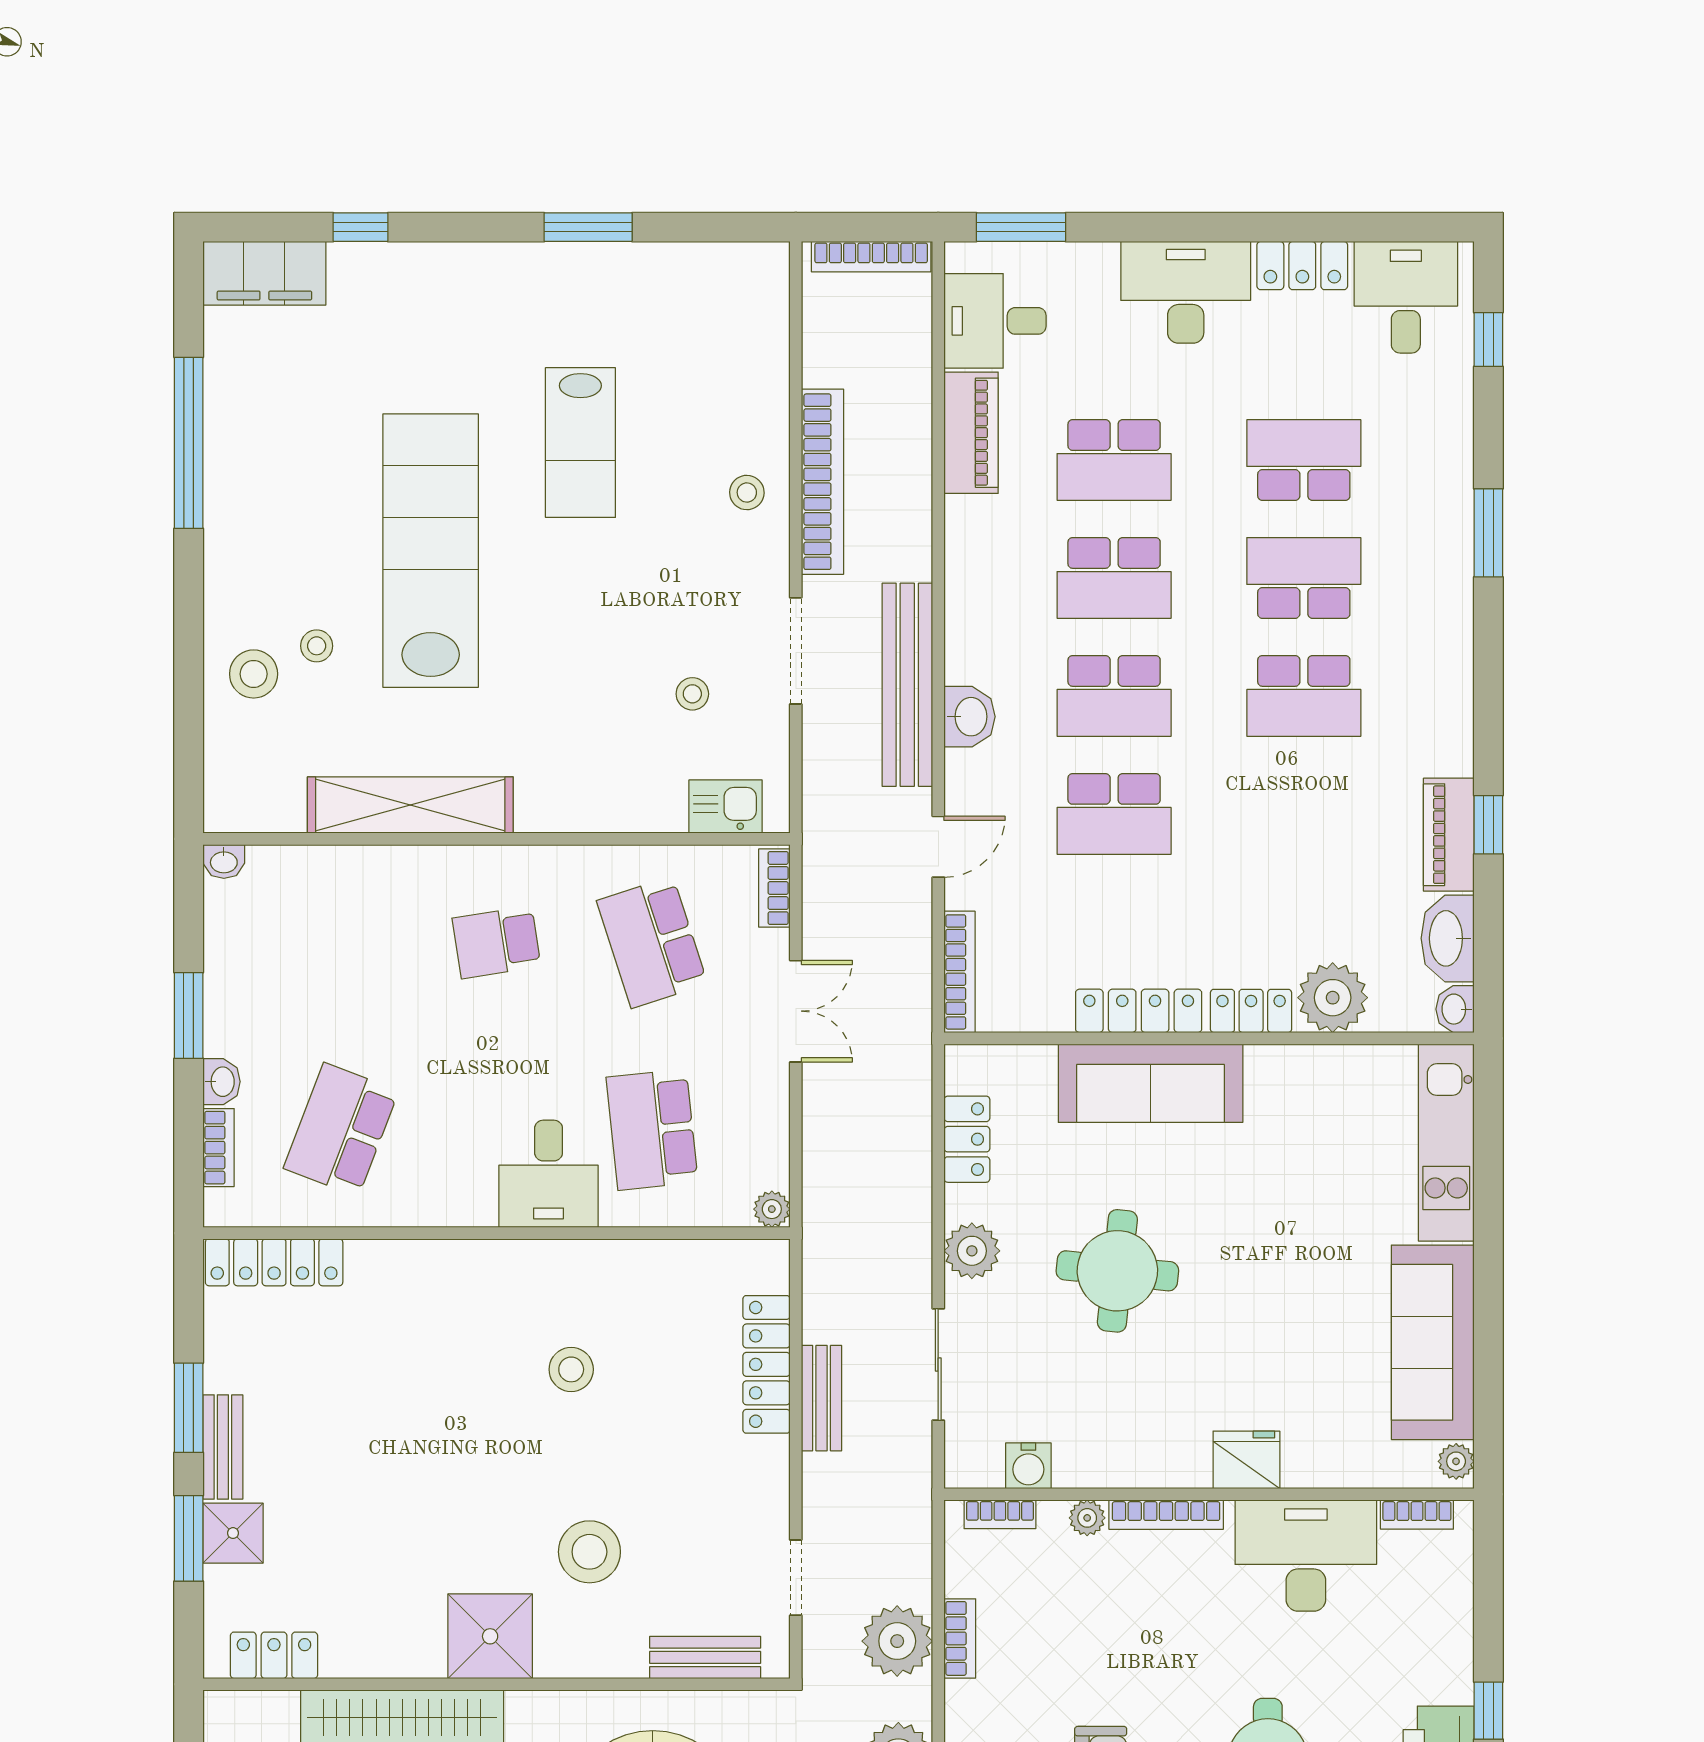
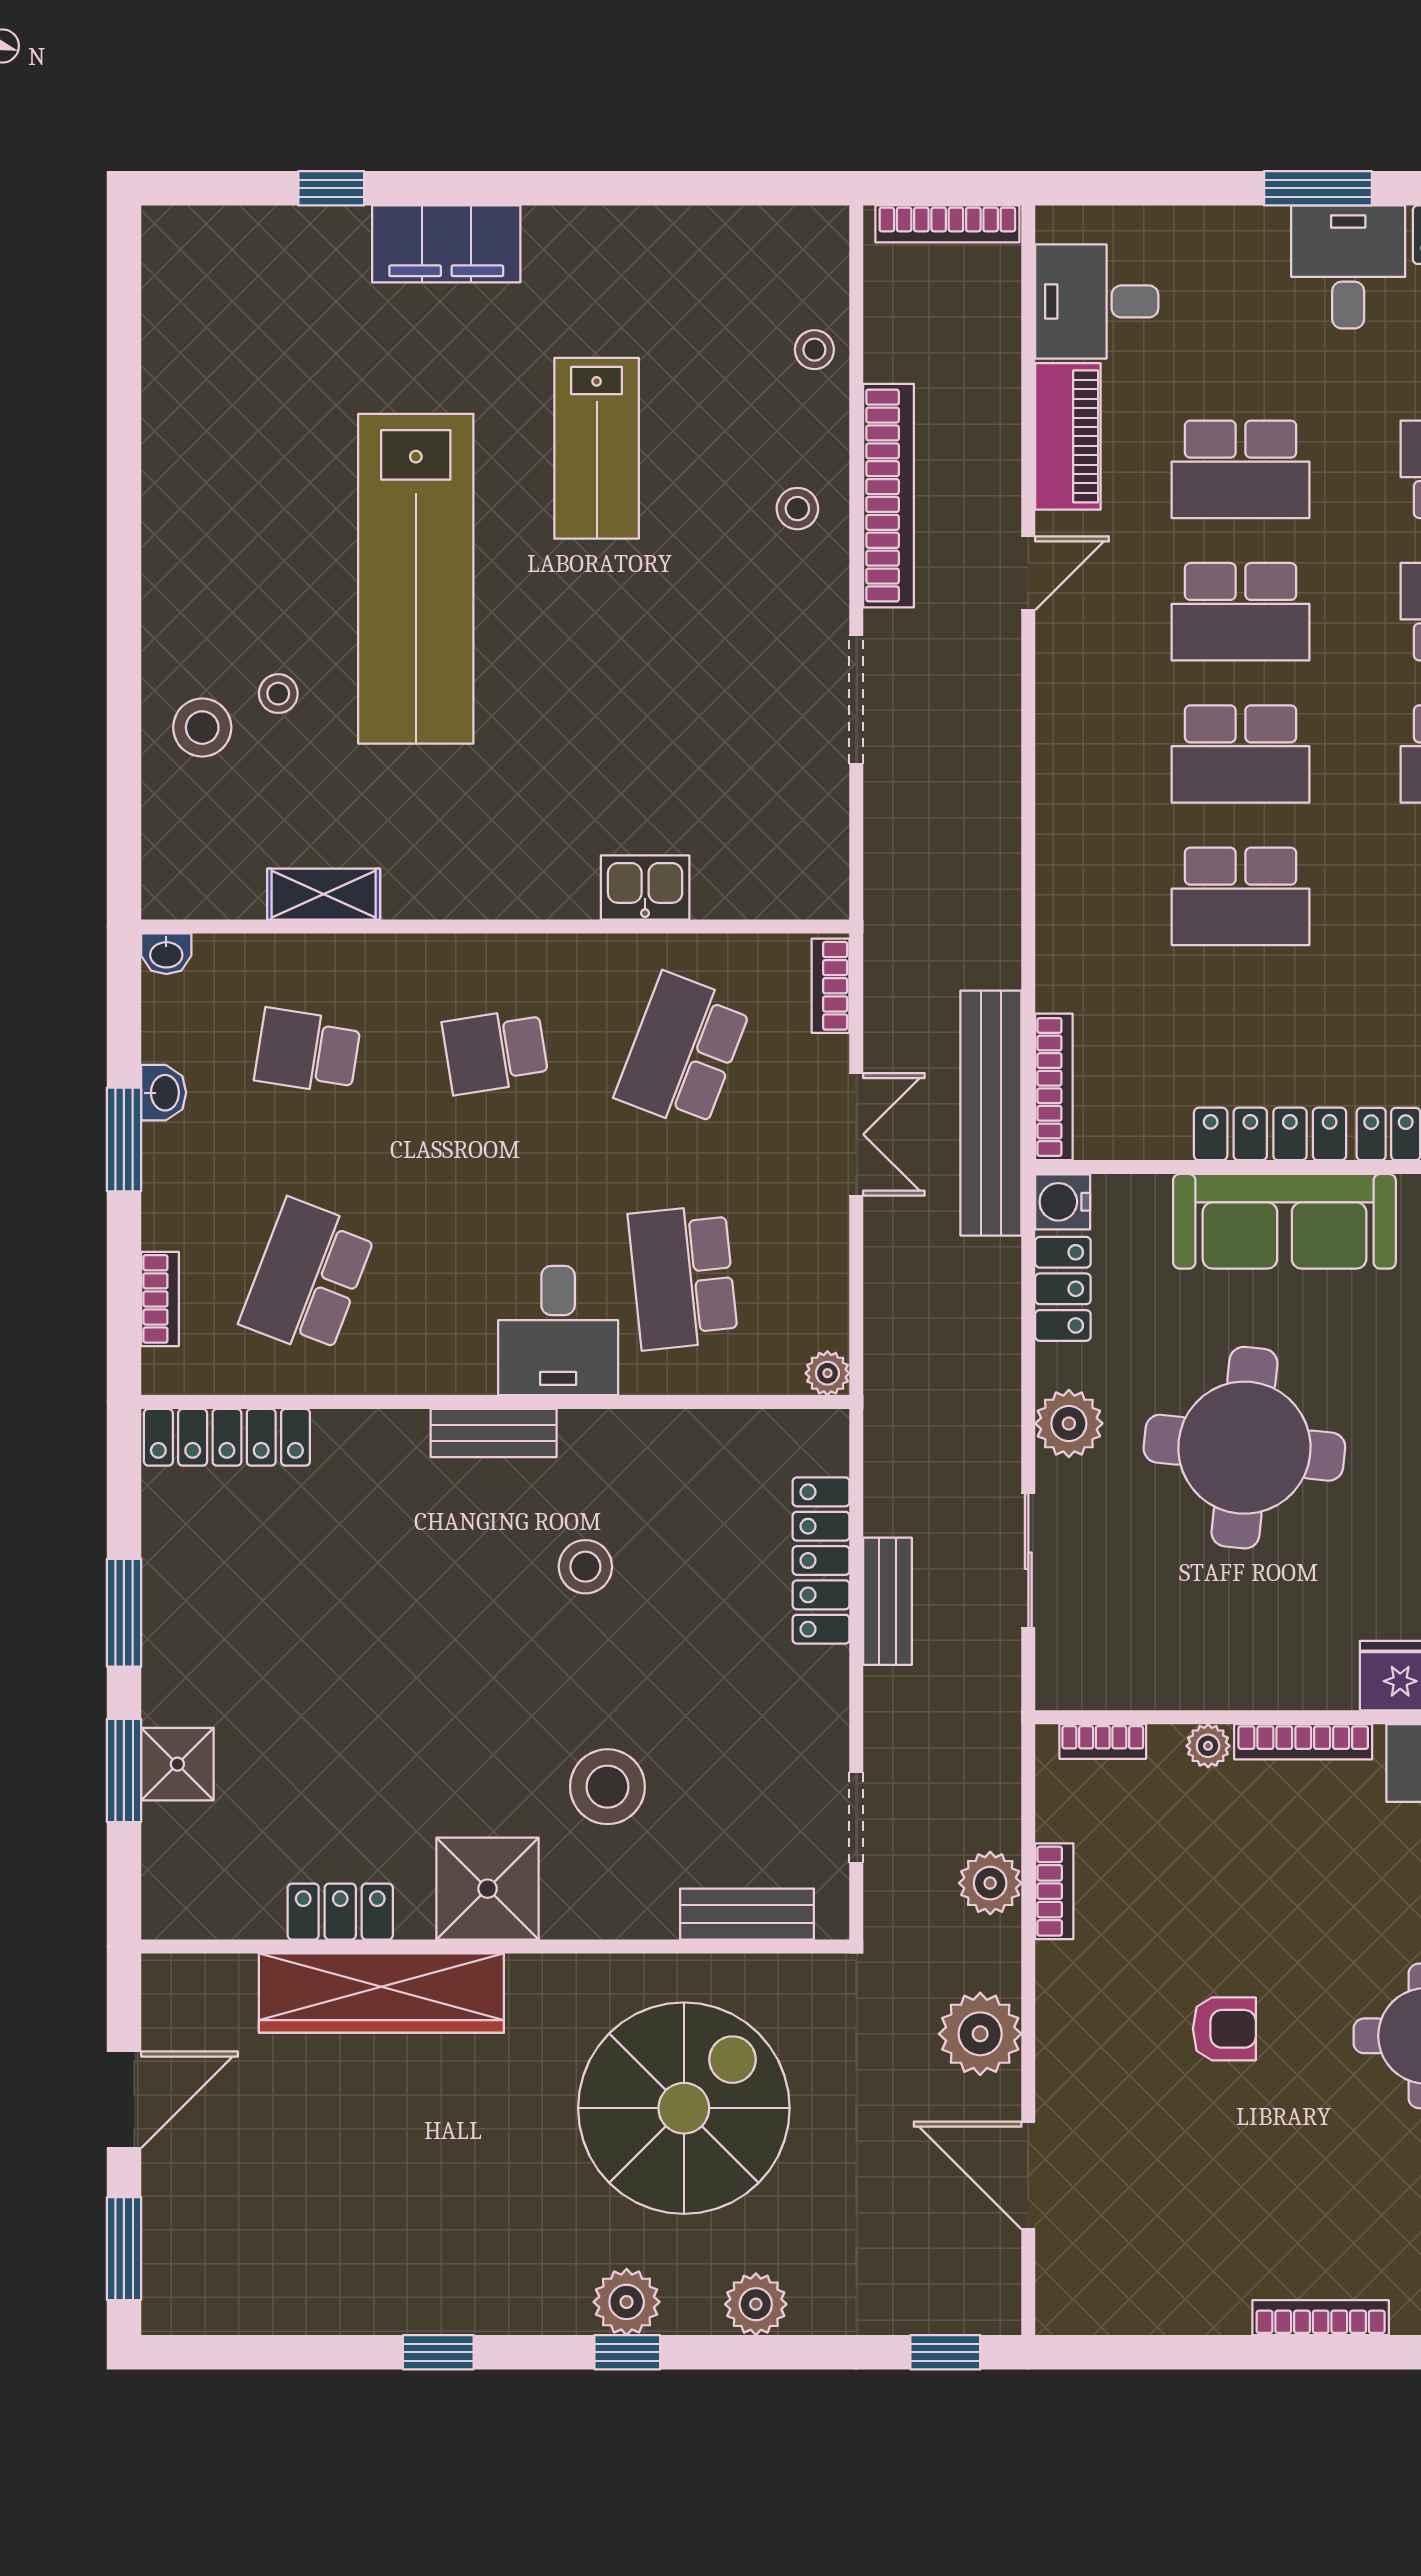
window: (588, 227) -> (606, 188), removed
window: (1021, 227) -> (1318, 188), moved
filing cabinet: (264, 273) -> (446, 244), moved
desk: (1186, 292) -> (1348, 267), width x0.73
window: (189, 443) -> (124, 449), removed
lab bench: (431, 551) -> (416, 579), turned 180
bench: (907, 685) -> (991, 1113), moved
stool: (692, 694) -> (814, 350), moved
washbasin: (969, 717) -> (1066, 779), removed
shelving: (410, 805) -> (324, 894), width x0.45, depth x0.75
kitchen sink: (726, 807) -> (645, 887), moved
door: (938, 847) -> (1028, 573), moved
school desk: (341, 942) -> (308, 1051), added
school desk: (652, 942) -> (683, 1051), turned 39
washbasin: (222, 1082) -> (164, 1093), moved
round table: (1117, 1271) -> (1244, 1448), width x1.36, depth x1.36
bench: (223, 1447) -> (494, 1433), moved, turned 90
water cooler: (1028, 1466) -> (1063, 1202), moved, turned 90
plant: (897, 1641) -> (990, 1883), width x0.73, depth x0.73
locker: (274, 1655) -> (340, 1912), moved

